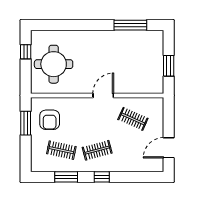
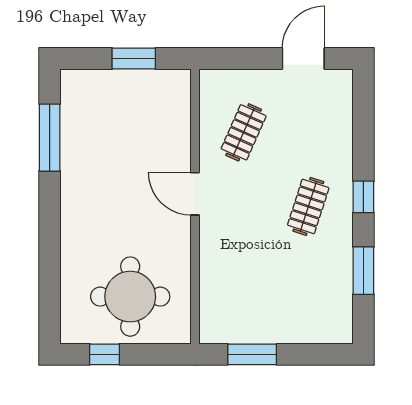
armchair: (50, 120) -> (245, 305), removed
door: (169, 148) -> (303, 59), swing flipped
clothes rail: (61, 150) -> (308, 281), removed
clothes rail: (97, 150) -> (308, 206), turned 33

